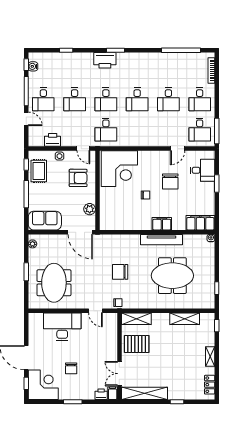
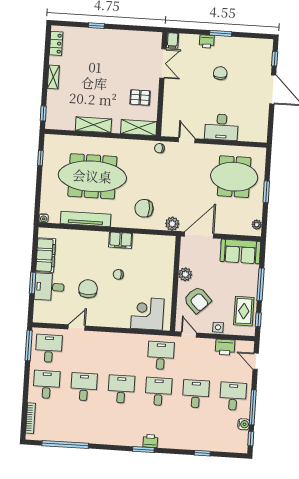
printer: (105, 60) -> (150, 441), width x0.53, depth x0.68
water cooler: (33, 66) -> (244, 424), moved
door: (26, 119) -> (256, 361), moved
corner desk: (119, 169) -> (147, 314), width x0.74, depth x0.74
desk: (203, 170) -> (49, 287), moved
armchair: (78, 178) -> (197, 300), turned -134
plant: (90, 209) -> (185, 274), moved
filing cabinet: (200, 223) -> (46, 255), moved, turned -90
filing cabinet: (162, 224) -> (121, 240), moved
door: (80, 232) -> (199, 235), hinge flipped
plant: (103, 240) -> (172, 224), added
tv unit: (161, 240) -> (86, 219), moved
chair: (120, 272) -> (144, 208), moved, turned 180
meeting table: (172, 276) -> (92, 176), width x1.36
meeting table: (54, 283) -> (234, 177), turned 90
shelving: (185, 319) -> (93, 125), moved
desk: (62, 327) -> (221, 127), width x0.73, depth x0.77
pallet: (137, 344) -> (140, 97), width x0.67, depth x0.71
corner desk: (43, 385) -> (255, 56), removed
shelving: (144, 393) -> (135, 38), removed
printer: (101, 394) -> (207, 41), moved

